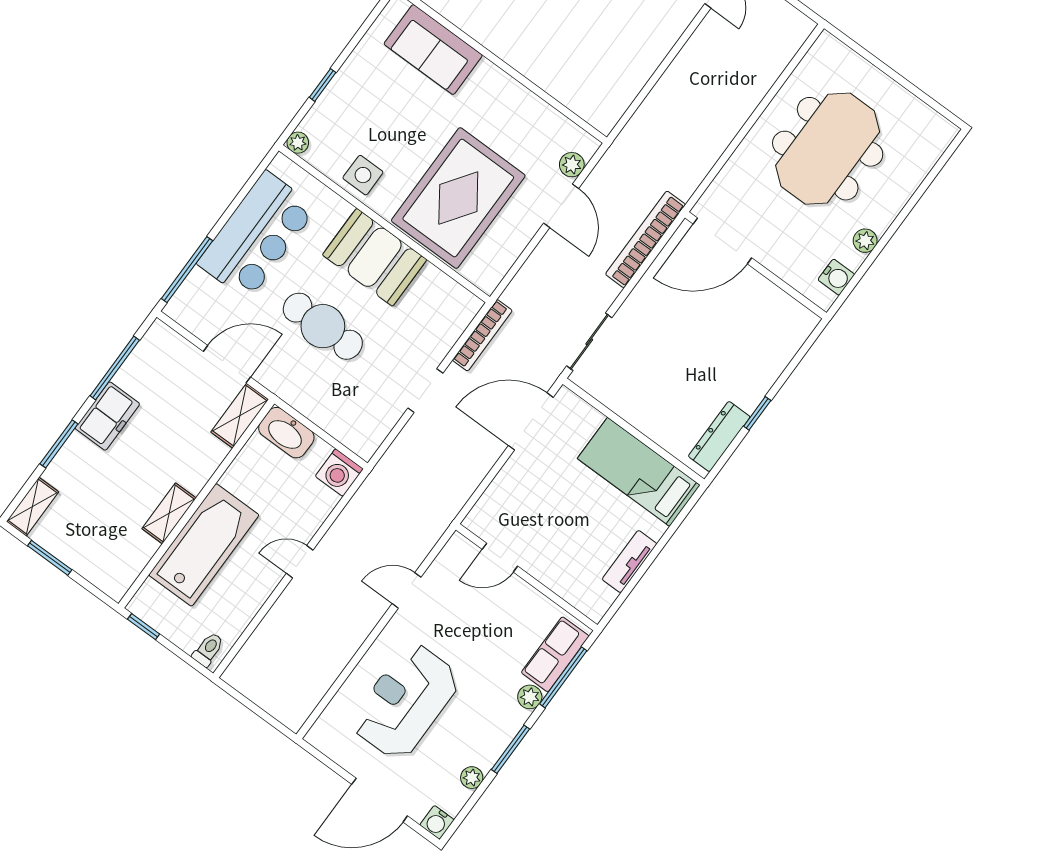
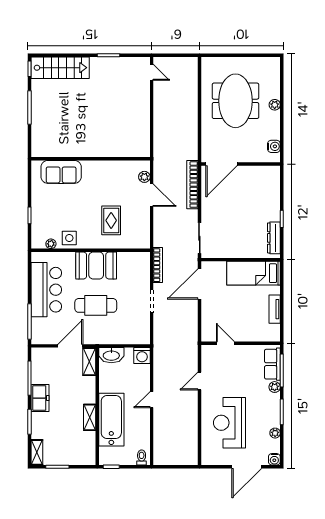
plant: (298, 143) -> (51, 244), moved
rug: (458, 198) -> (111, 220), width x0.54, depth x0.49
plant: (865, 241) -> (275, 105), moved
door: (500, 558) -> (225, 343), swing flipped

